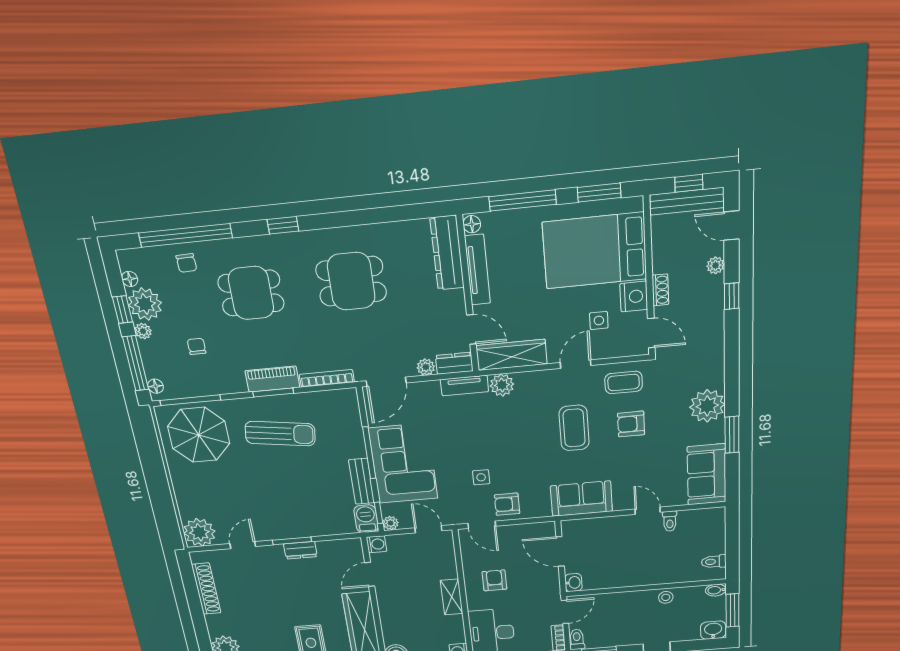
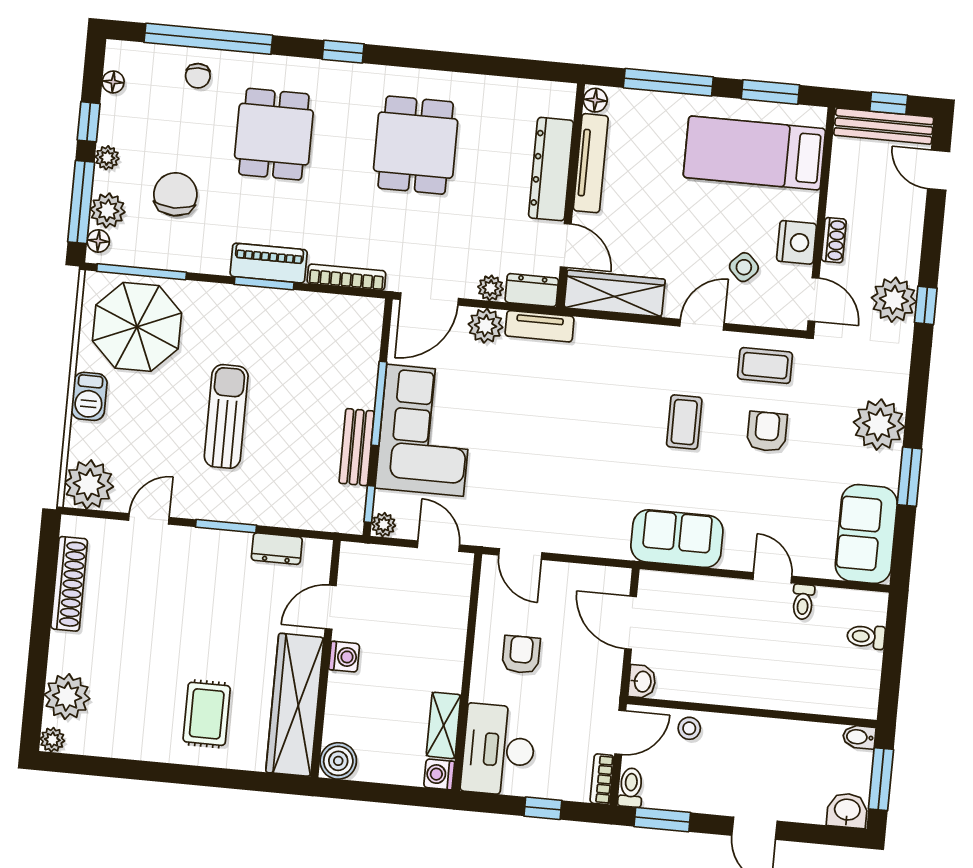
bed: (595, 251) -> (754, 153), width x0.67
dresser: (447, 253) -> (551, 169), moved
plant: (716, 265) -> (894, 300), moved, width x1.88, depth x1.88
dining table: (351, 281) -> (416, 145), turned 90
dining table: (251, 293) -> (274, 134), turned 90
window: (732, 296) -> (926, 305), moved
plant: (145, 304) -> (108, 210), moved, width x0.73, depth x0.73
side table: (599, 320) -> (744, 267), turned 45
chair: (197, 346) -> (175, 194), width x1.87, depth x1.87
plant: (502, 385) -> (486, 326), moved
armchair: (631, 424) -> (767, 432), turned 90
coffee table: (574, 428) -> (684, 422), width x0.73, depth x0.77
sun lounger: (280, 434) -> (226, 416), moved, turned -98
side table: (481, 477) -> (535, 475), removed
armchair: (507, 504) -> (565, 527), removed
barbecue: (366, 519) -> (89, 396), moved, turned 180
washing machine: (376, 544) -> (344, 657), moved
dresser: (300, 550) -> (277, 549), moved
toilet: (714, 562) -> (866, 637), moved
shelving: (452, 597) -> (444, 725), moved
stool: (666, 597) -> (689, 728), moved

